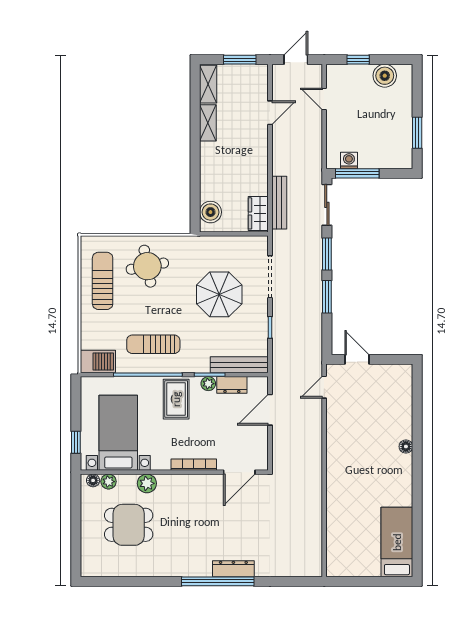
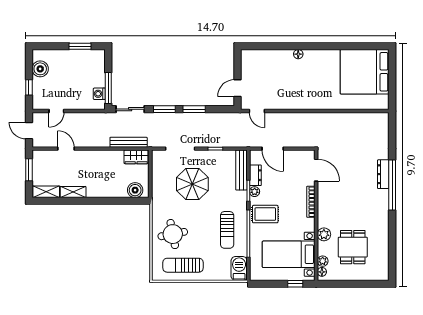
bed: (397, 542) -> (365, 72), width x2.04

